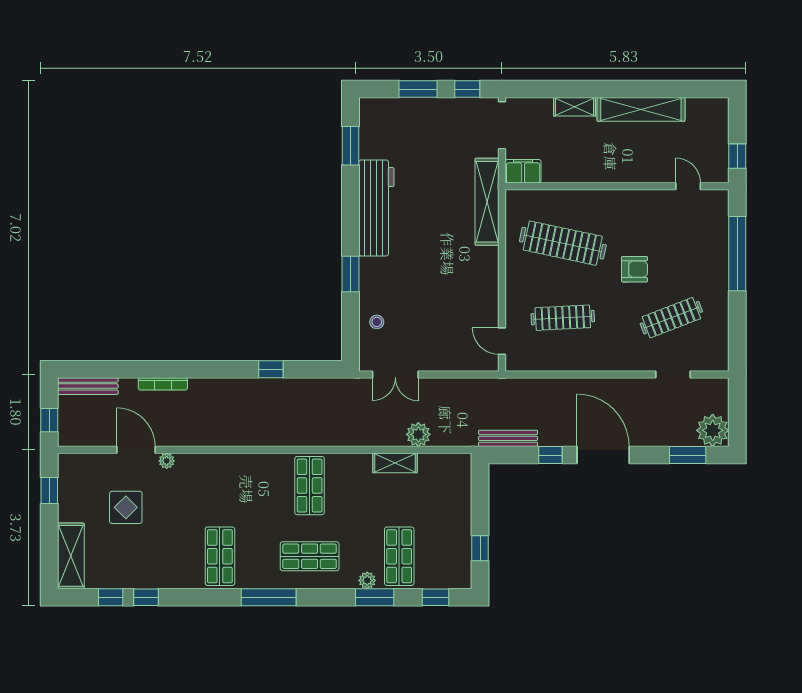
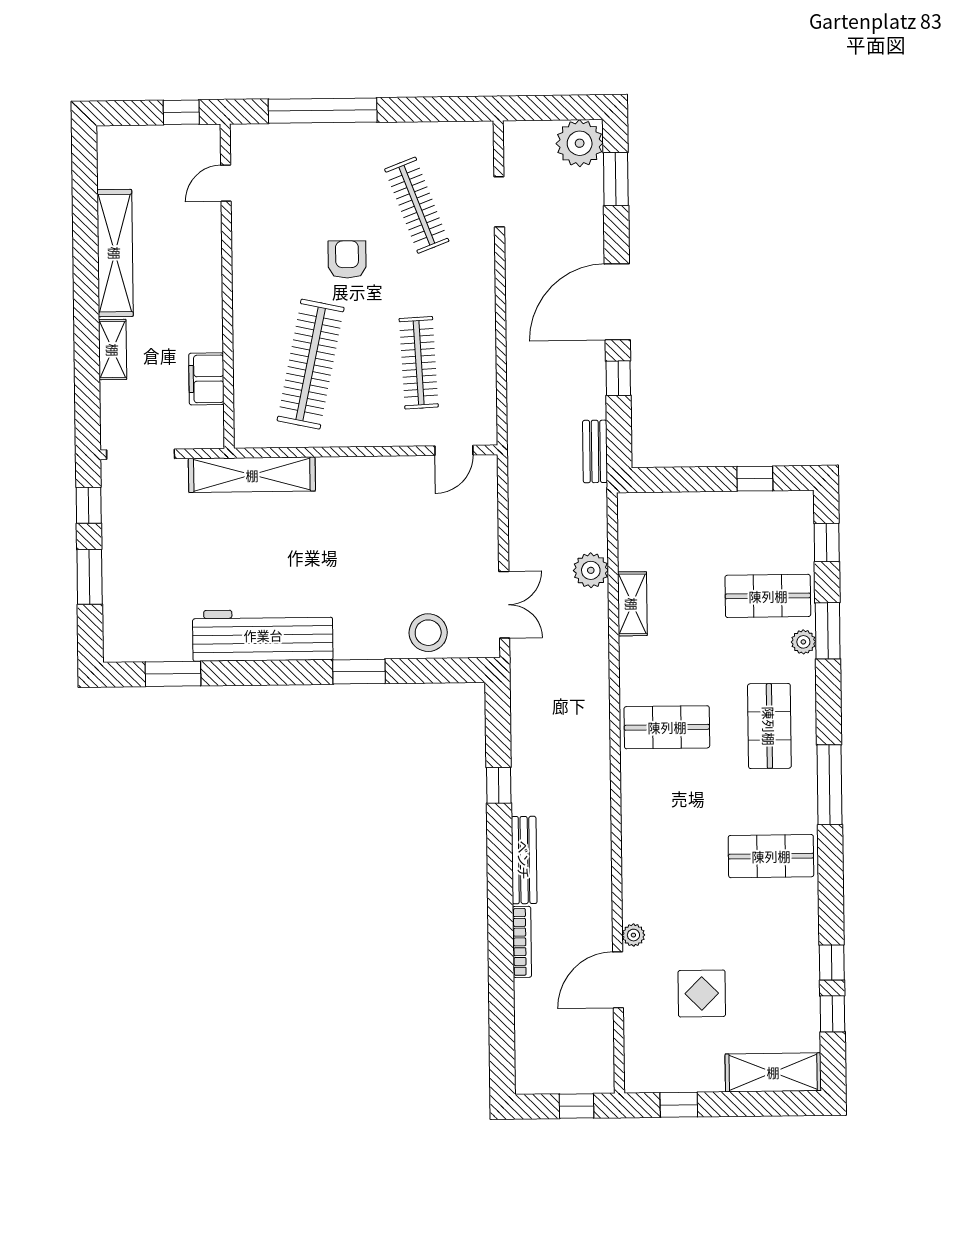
filing cabinet: (523, 171) -> (206, 379), moved
stool: (377, 322) -> (428, 633), width x1.89, depth x1.89
bench: (88, 386) -> (524, 860), moved
bench: (508, 438) -> (595, 451), width x0.73

